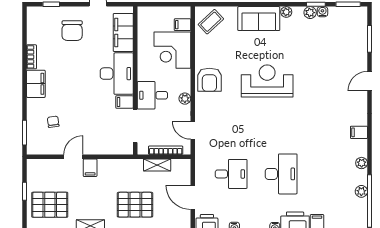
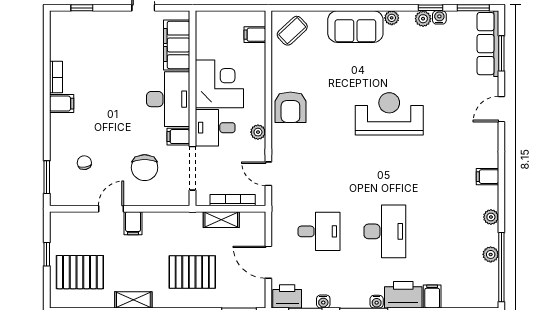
chair: (72, 31) -> (145, 168), moved
row of seats: (359, 31) -> (488, 44), added
corner desk: (172, 50) -> (219, 84), moved, turned 180
reception desk: (267, 81) -> (389, 114), moved
filing cabinet: (36, 84) -> (62, 104), width x0.50

